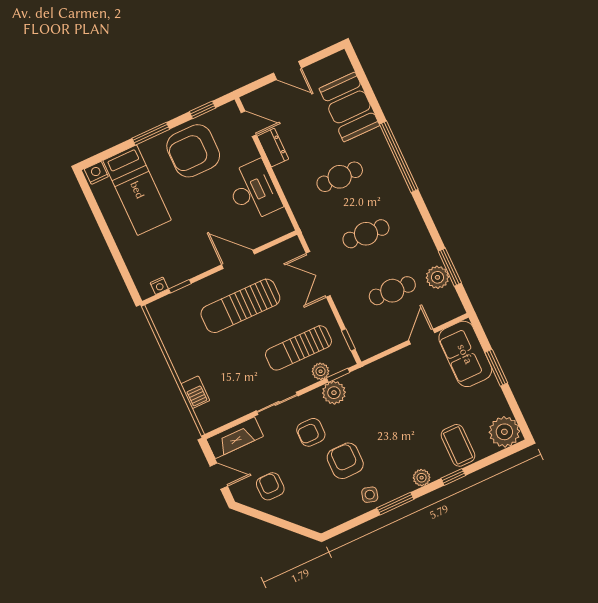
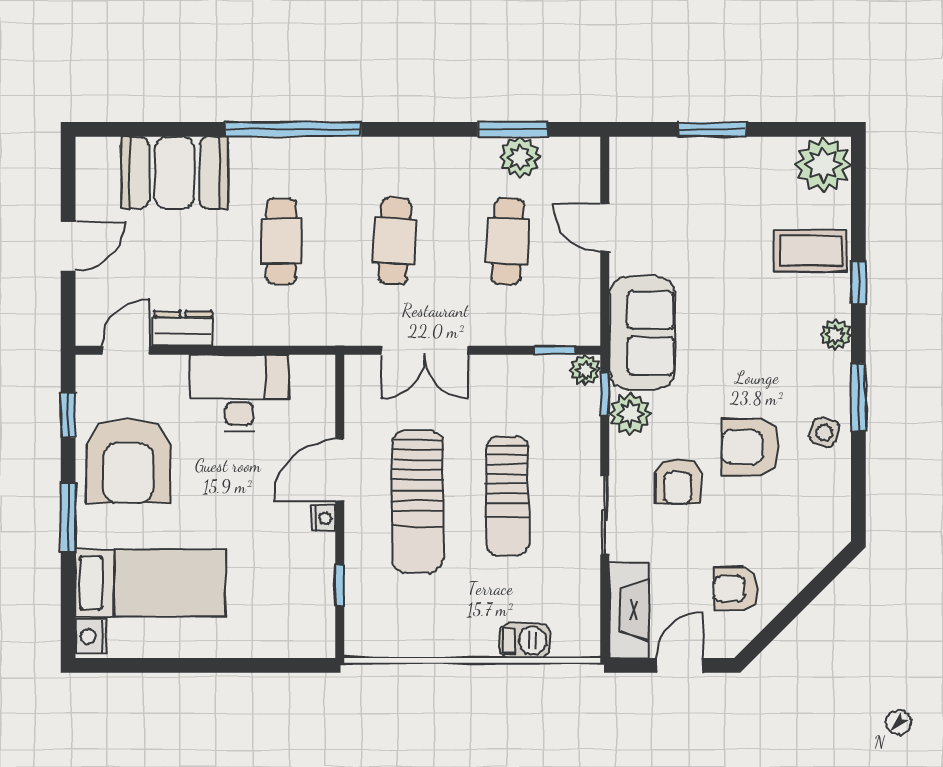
nightstand: (159, 286) -> (323, 518), moved
sun lounger: (298, 348) -> (507, 496), moved
sofa: (465, 354) -> (642, 333), moved, turned -90
plant: (321, 371) -> (585, 370), moved

